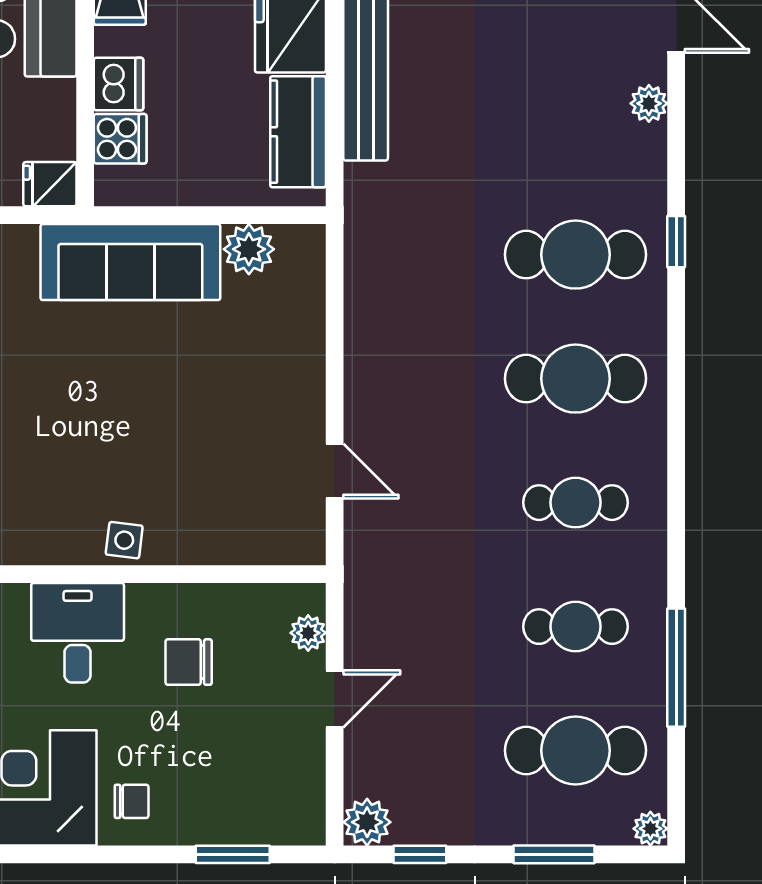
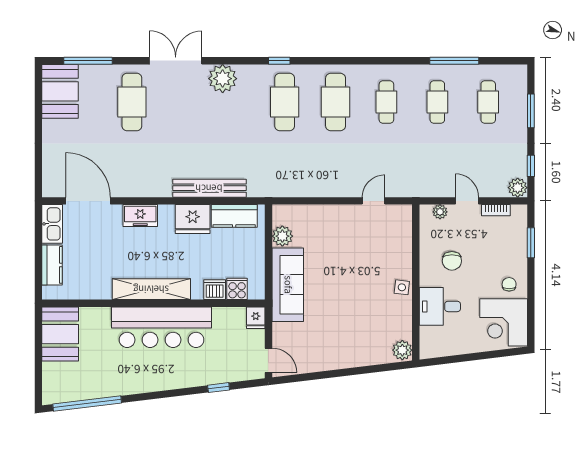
plant: (649, 103) -> (223, 79), width x1.87, depth x1.87
cafe table: (576, 750) -> (488, 102), width x0.73, depth x0.74
bookcase: (312, 769) -> (496, 210), added
plant: (650, 829) -> (520, 71), removed

